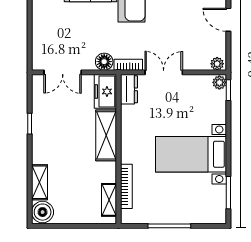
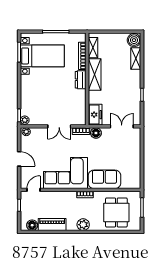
dresser: (129, 89) -> (81, 80), moved
shelving: (106, 135) -> (95, 75), moved
bed with nightstands: (191, 154) -> (42, 56), moved

